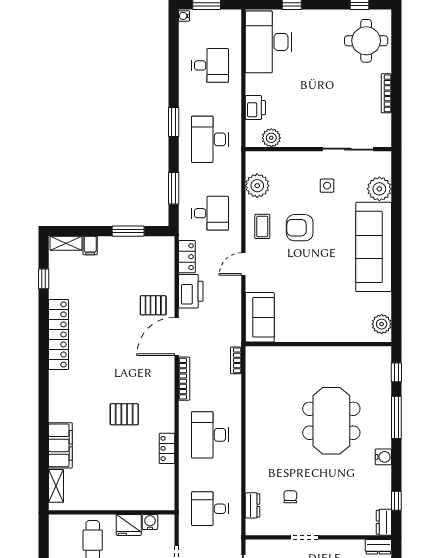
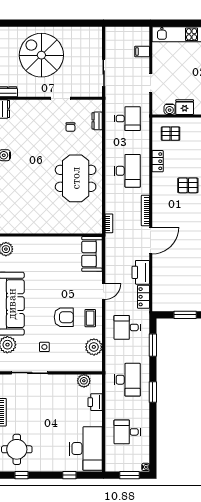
pallet: (153, 305) -> (171, 134), moved
meeting table: (331, 421) -> (76, 178), moved

